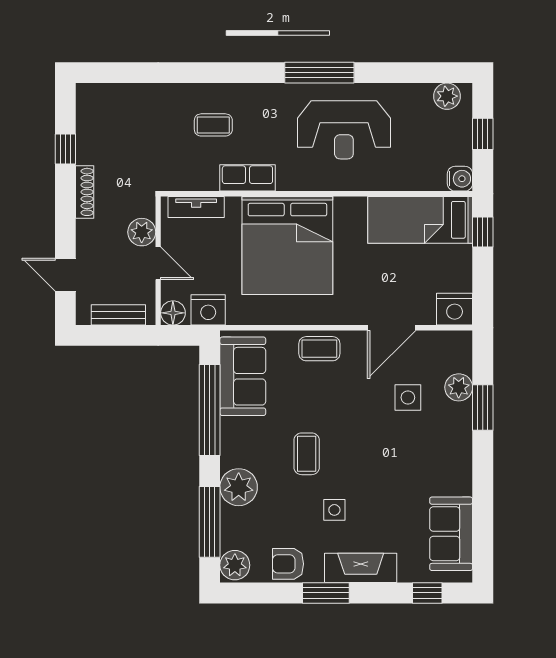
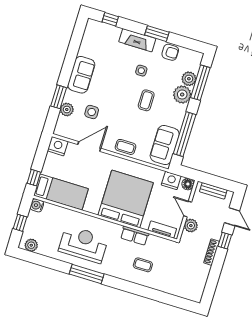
window: (65, 149) -> (225, 241), moved
sofa: (451, 534) -> (81, 75), moved
plant: (235, 565) -> (189, 79), moved

